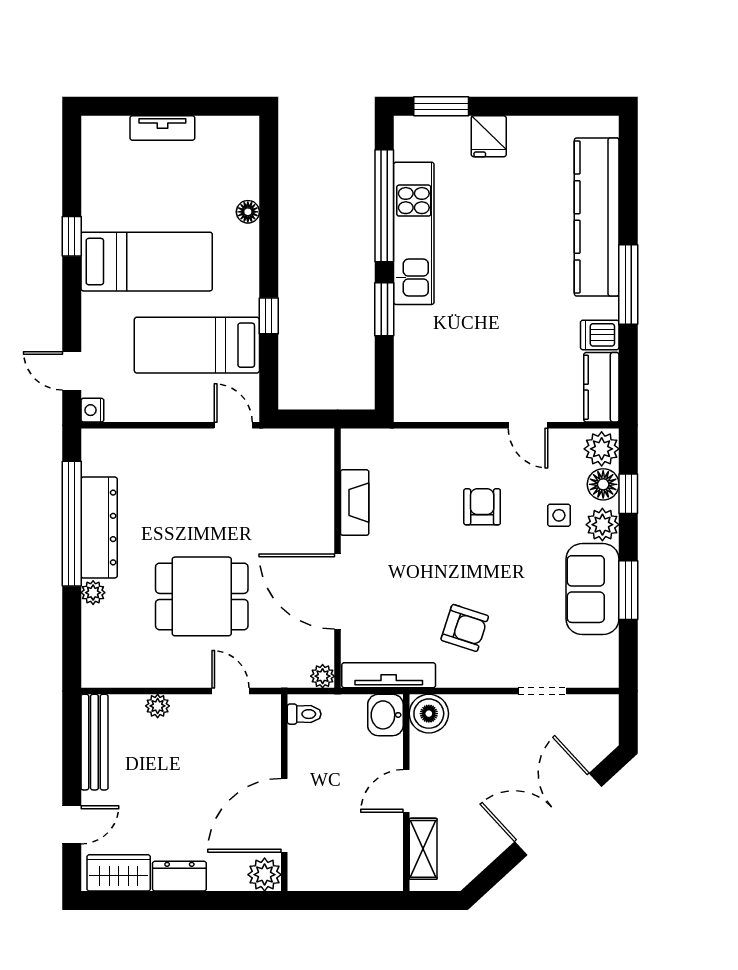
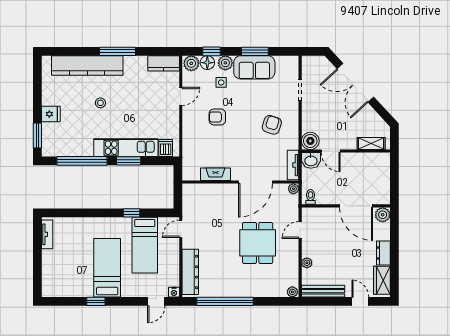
tv unit: (162, 128) -> (47, 234), moved
floor lamp: (248, 212) -> (85, 222), removed
kitchen unit: (414, 233) -> (126, 148), moved
stool: (514, 247) -> (100, 103), added
dishwasher: (600, 335) -> (166, 148), moved, turned 180
dresser: (99, 527) -> (190, 272), moved, turned 90
plant: (93, 593) -> (292, 292), moved
tv unit: (389, 675) -> (293, 165), width x0.71
door: (406, 791) -> (331, 151), moved

